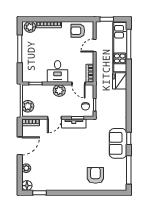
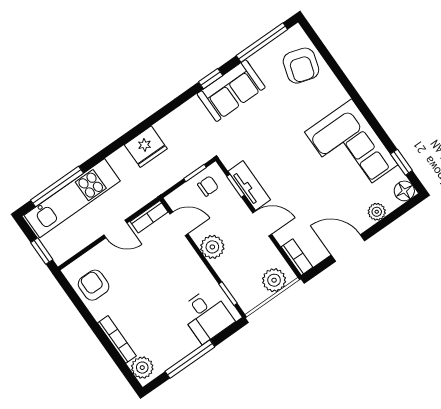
armchair: (78, 31) -> (94, 285), turned 180
door: (95, 46) -> (115, 229), moved
desk: (58, 71) -> (206, 315), moved, turned 90
fridge: (120, 81) -> (146, 147), moved
door: (78, 83) -> (179, 224), hinge flipped
armchair: (95, 175) -> (301, 66), moved, turned -73
corner sofa: (60, 176) -> (351, 148), added

